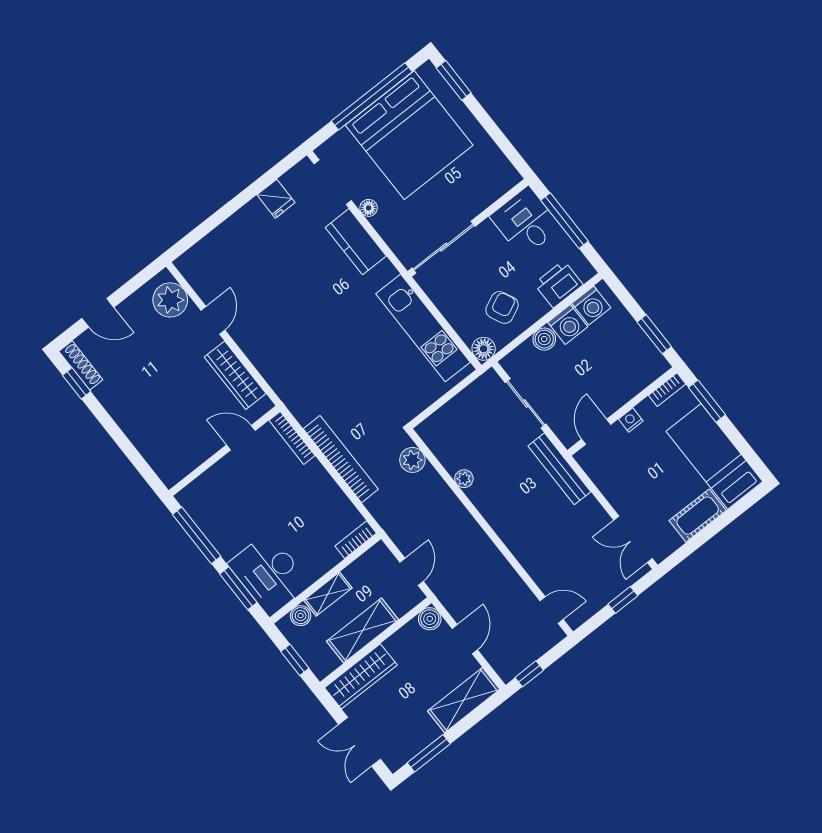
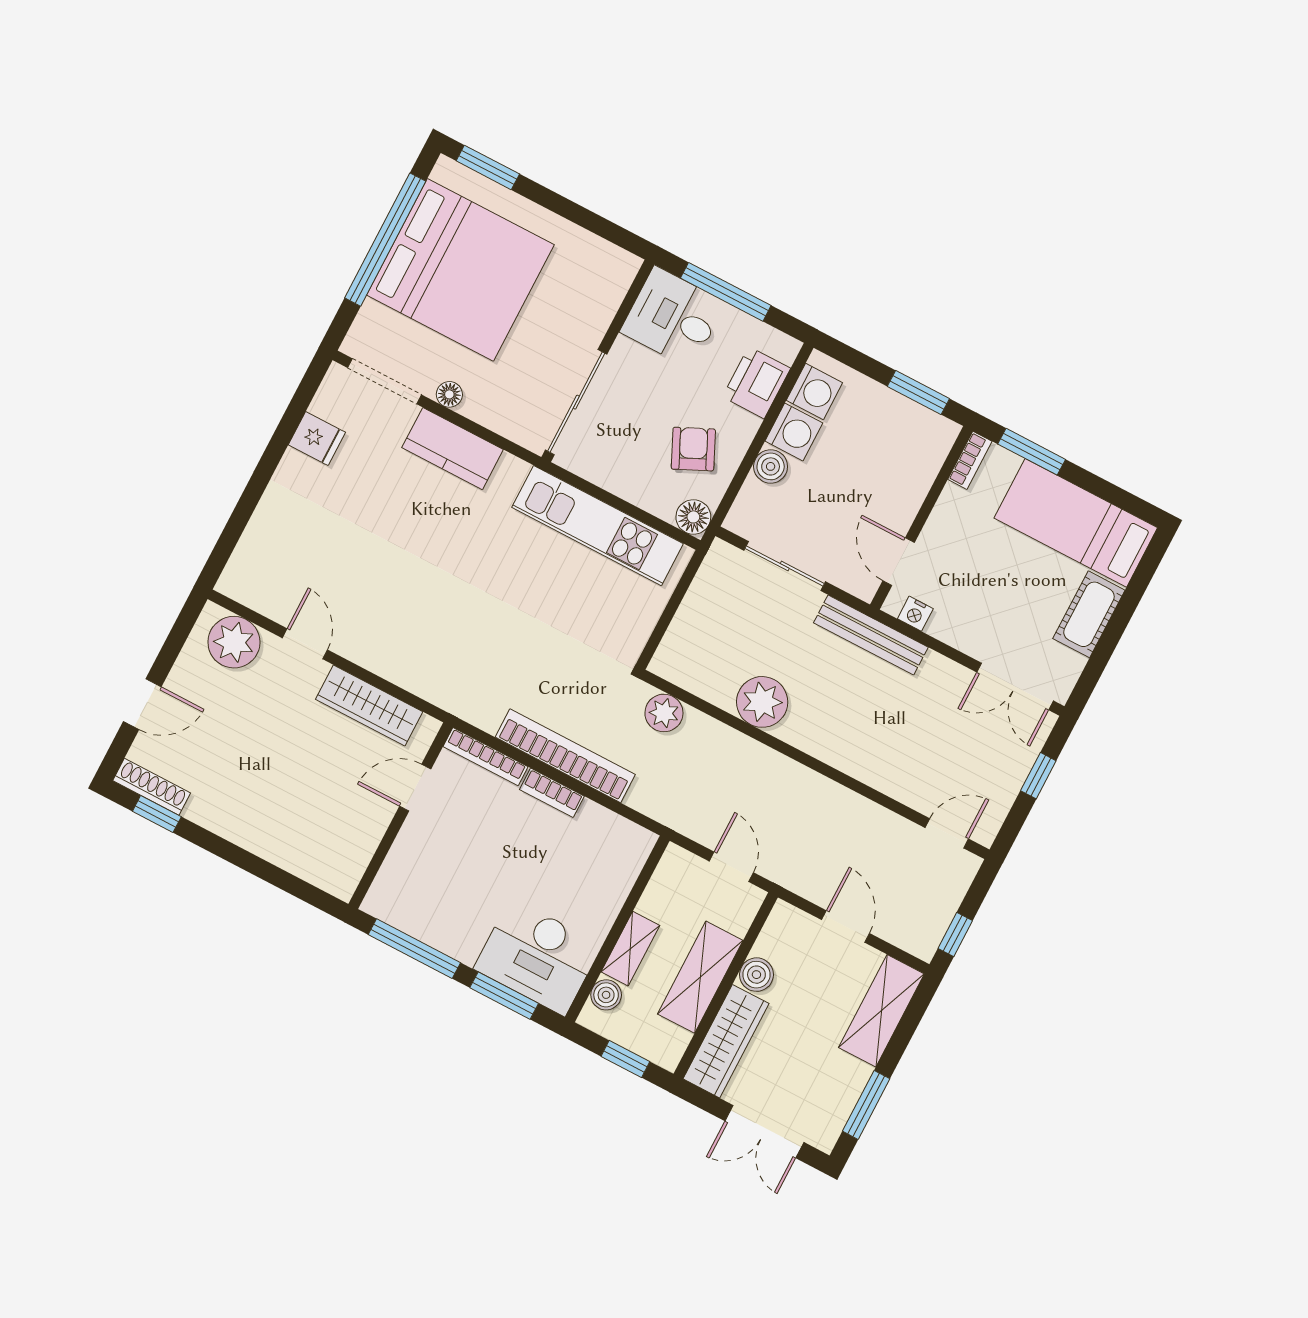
nightstand: (631, 420) -> (915, 614), moved, turned -90
plant: (464, 479) -> (762, 702), width x1.88, depth x1.88
bookcase: (356, 540) -> (552, 793), moved, turned -90
boiler: (430, 619) -> (756, 975), moved

